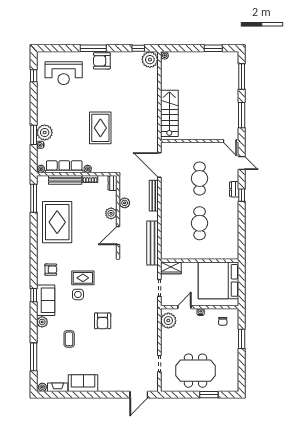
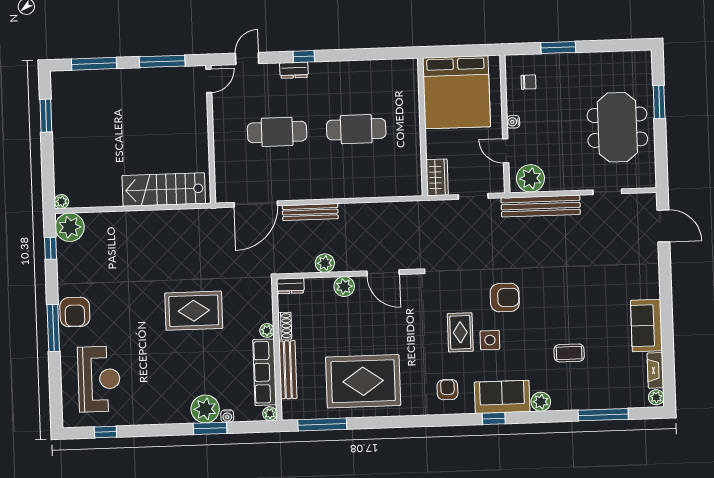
bench: (153, 243) -> (541, 206), moved
armchair: (103, 321) -> (505, 298), moved

